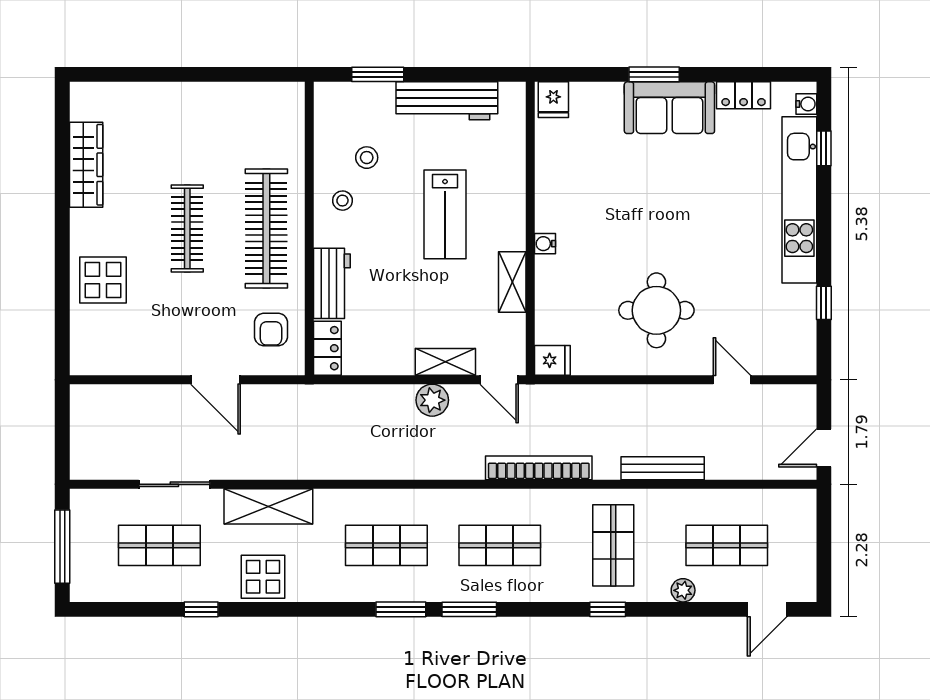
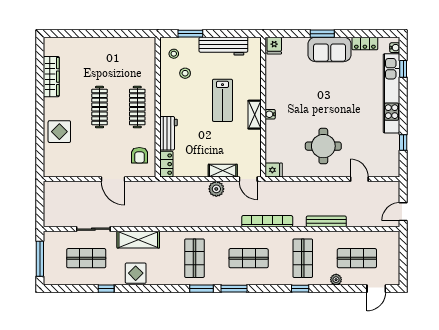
stool: (342, 201) -> (174, 54), moved
clothes rail: (266, 229) -> (137, 107), width x0.73, depth x0.76
shelving: (512, 282) -> (255, 115), moved
shop shelf: (386, 545) -> (194, 258), turned 90

